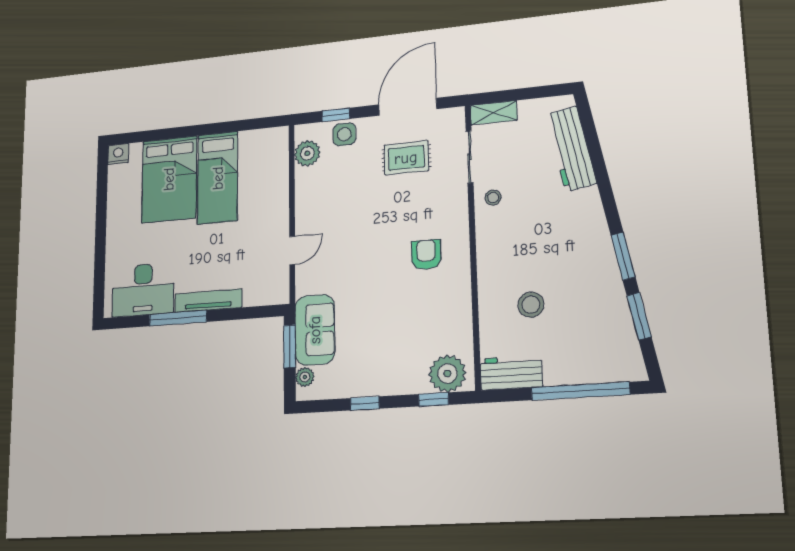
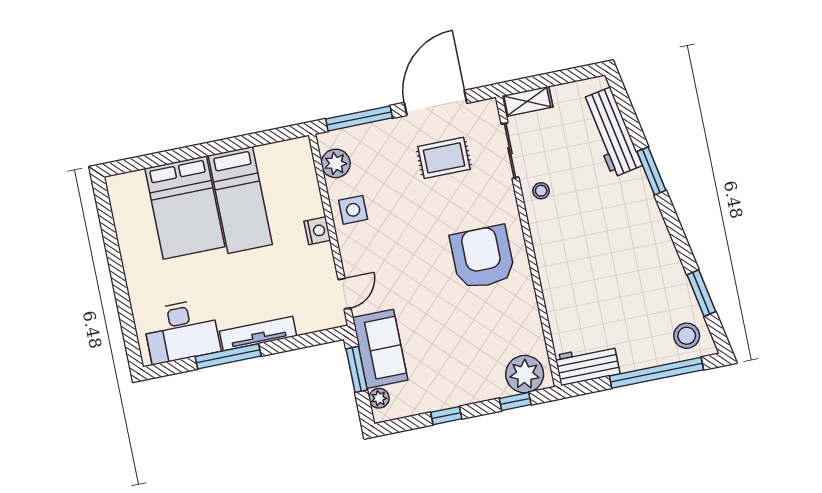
window: (336, 115) -> (359, 118), width x2.17
side table: (344, 134) -> (353, 210), moved
nightstand: (118, 154) -> (317, 231), moved, turned 90
door: (292, 250) -> (345, 294), moved
armchair: (426, 255) -> (482, 257), width x1.88, depth x1.88
window: (623, 256) -> (651, 171), moved
stool: (531, 305) -> (687, 336), moved

